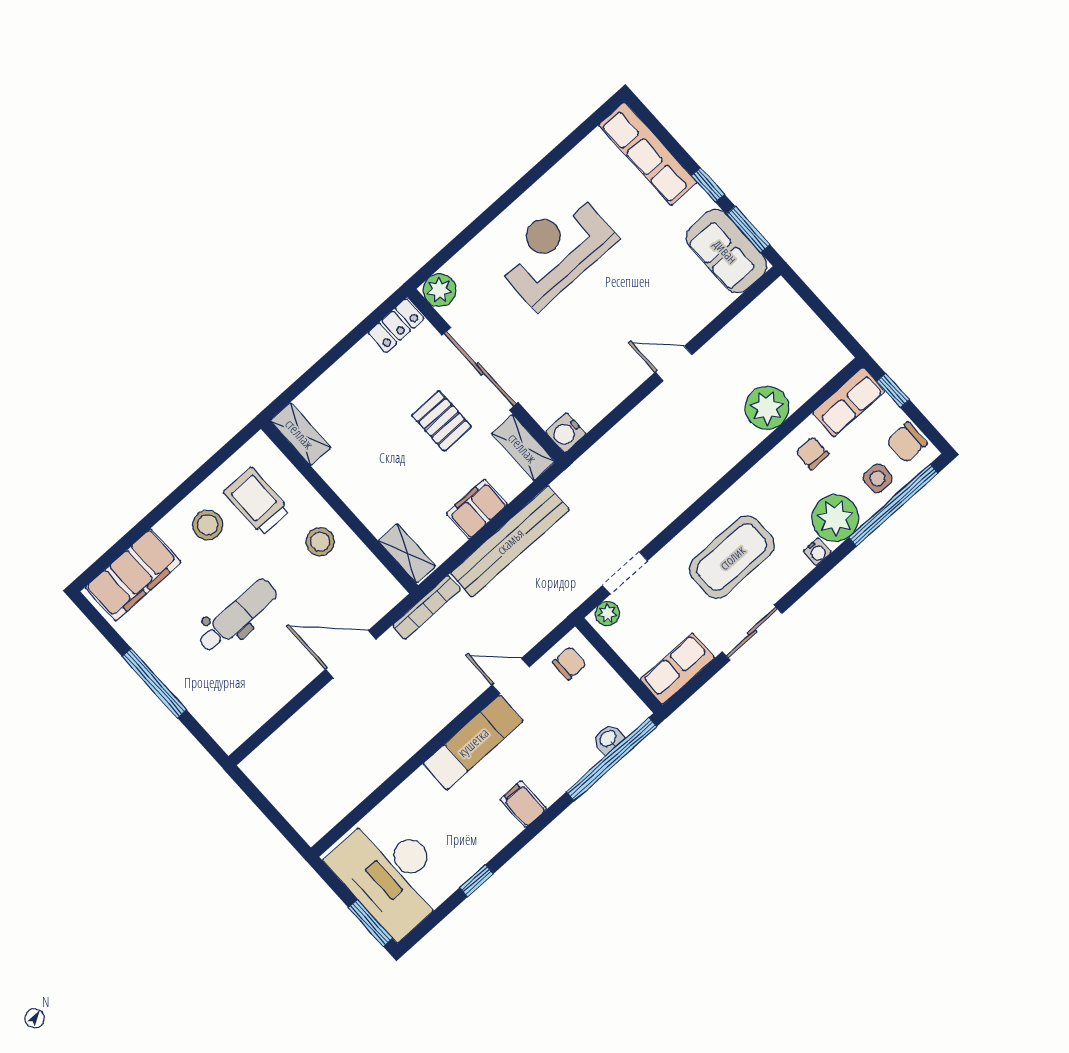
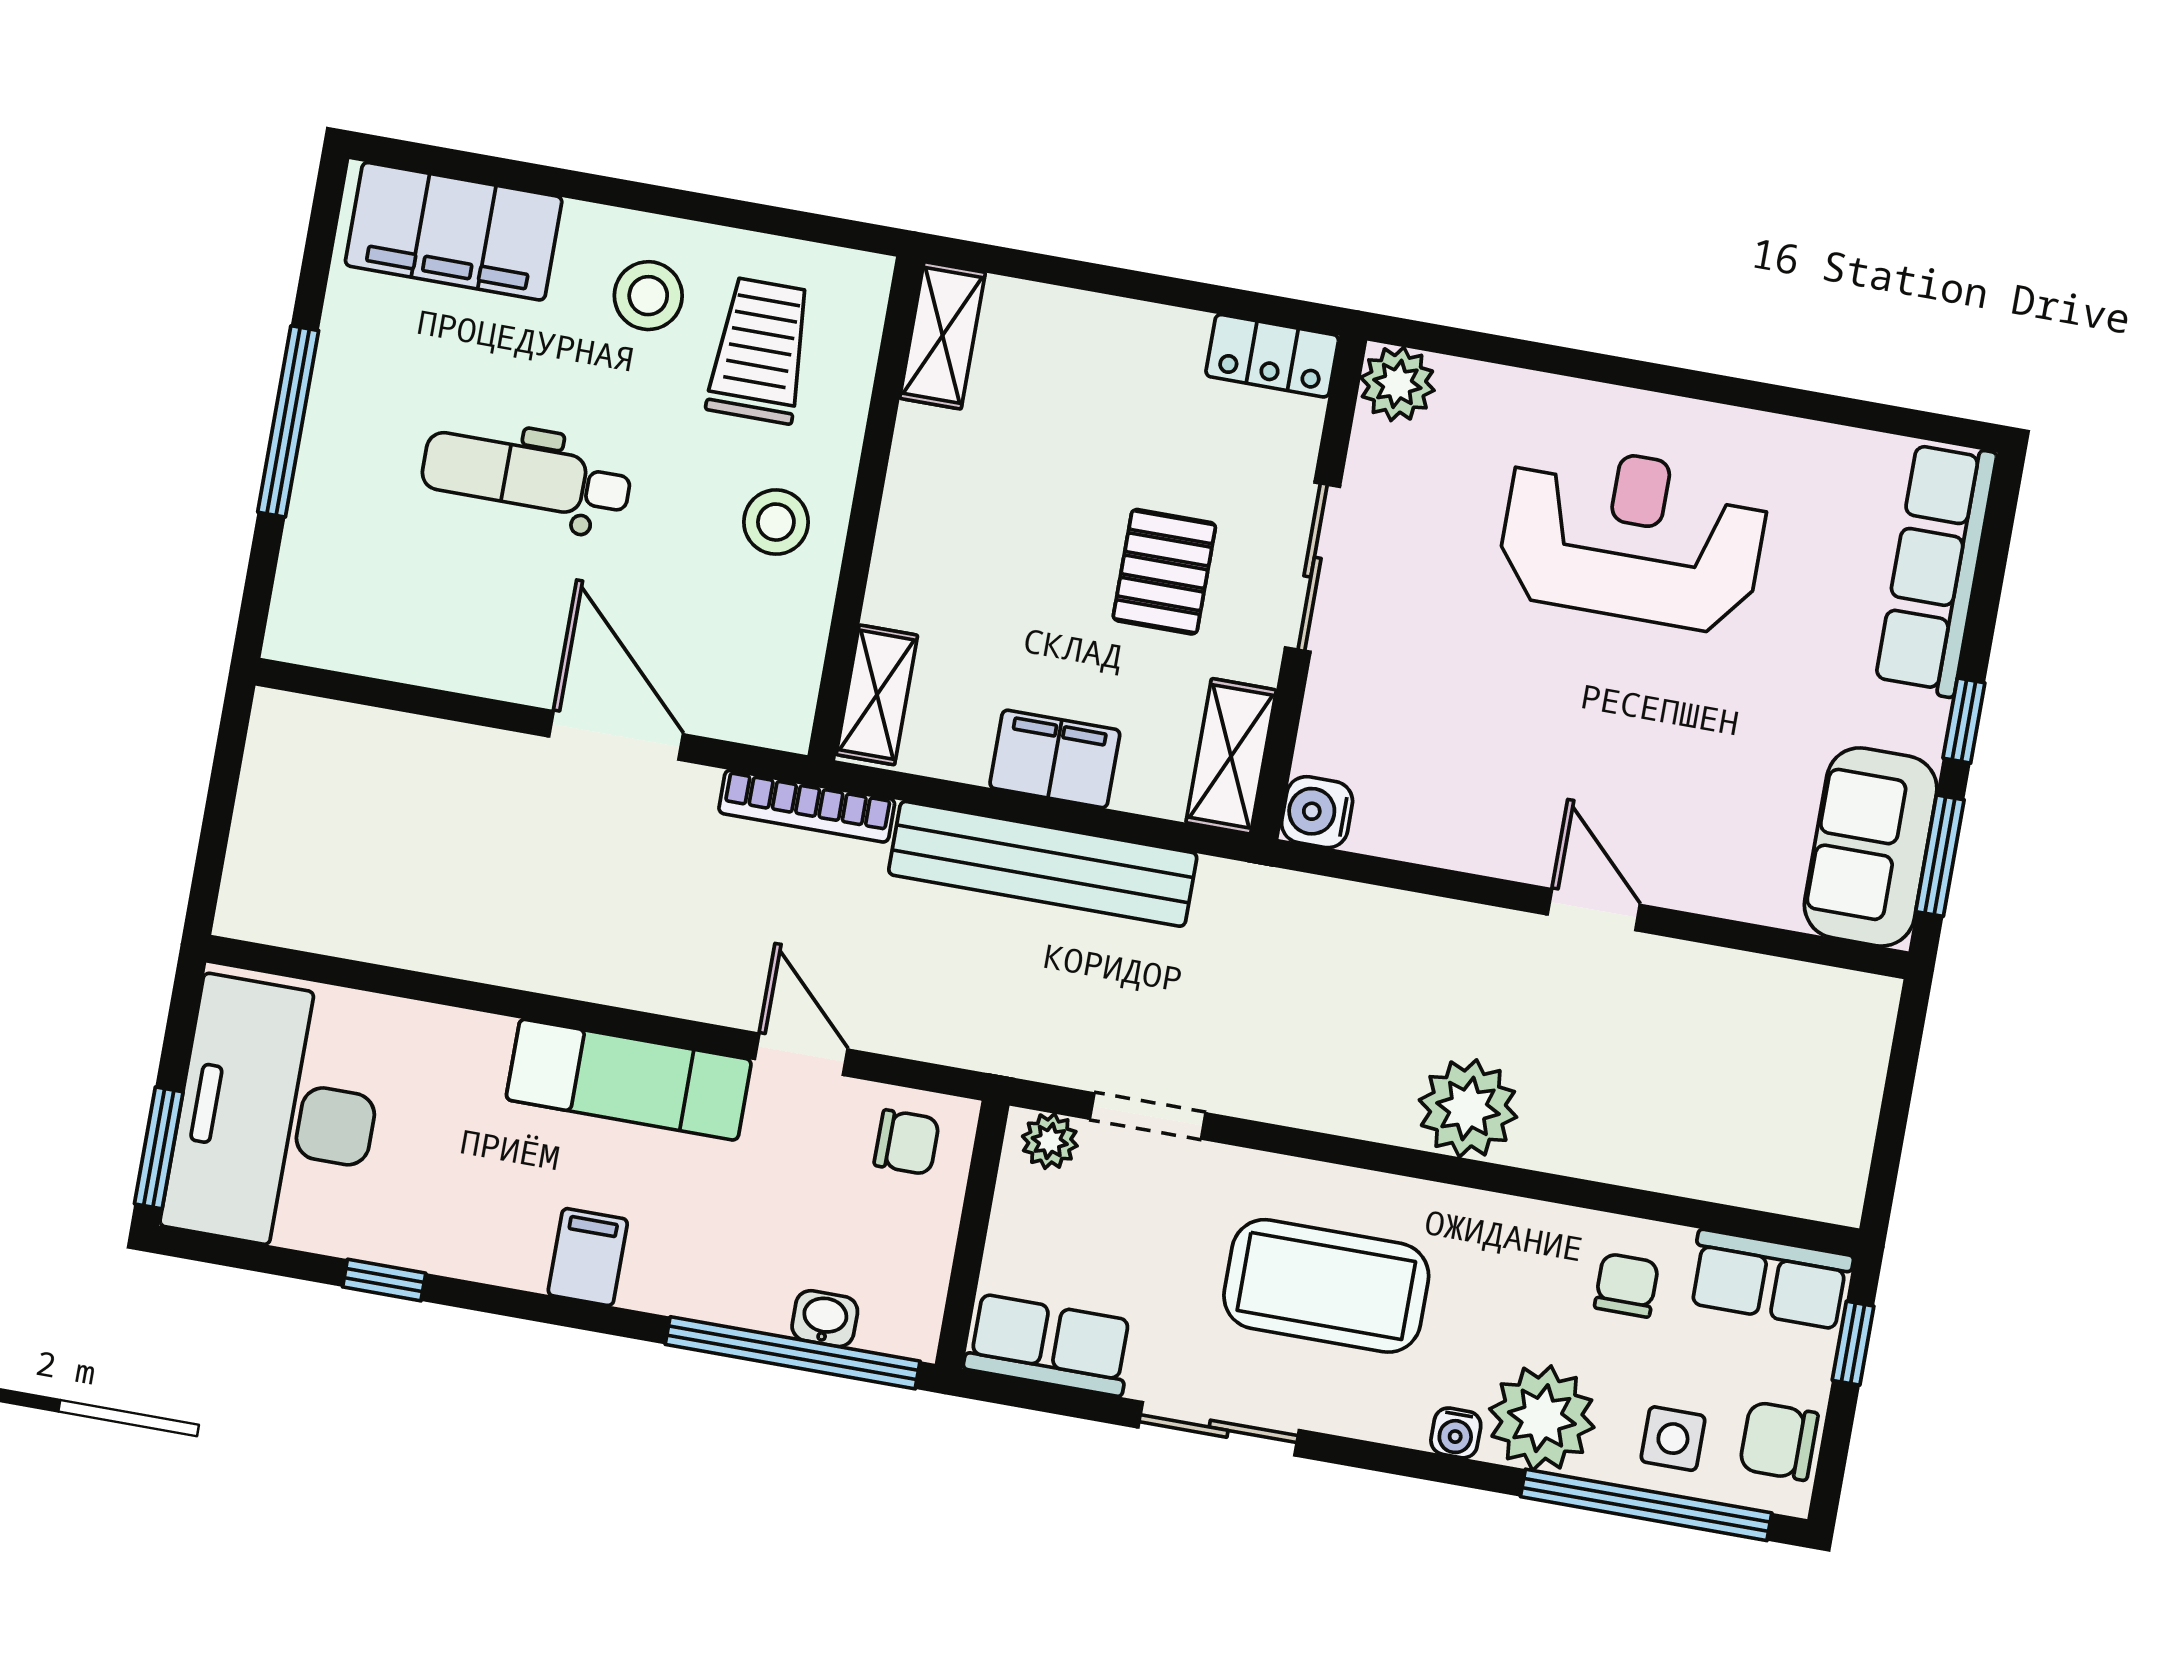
sliding door: (480, 369) -> (1313, 567), width x0.73
plant: (767, 408) -> (1468, 1108), moved
dental chair: (237, 616) -> (526, 476), turned 180

